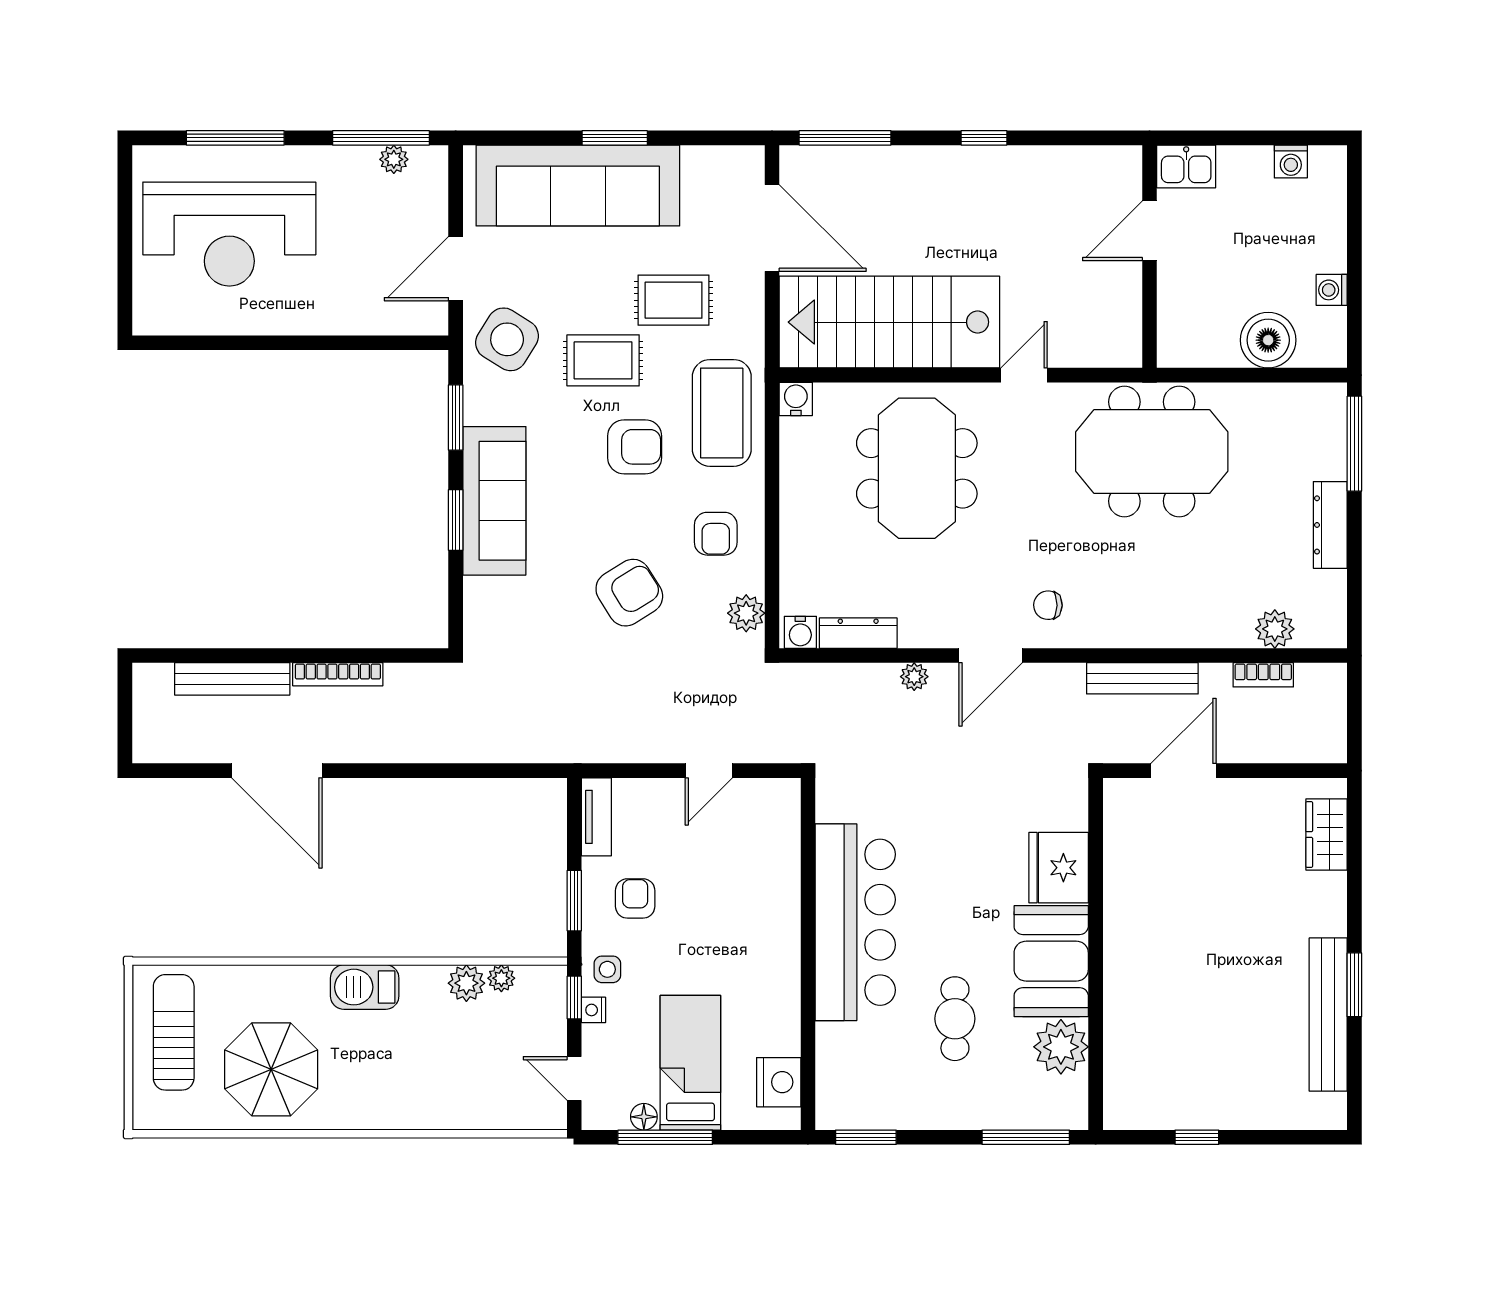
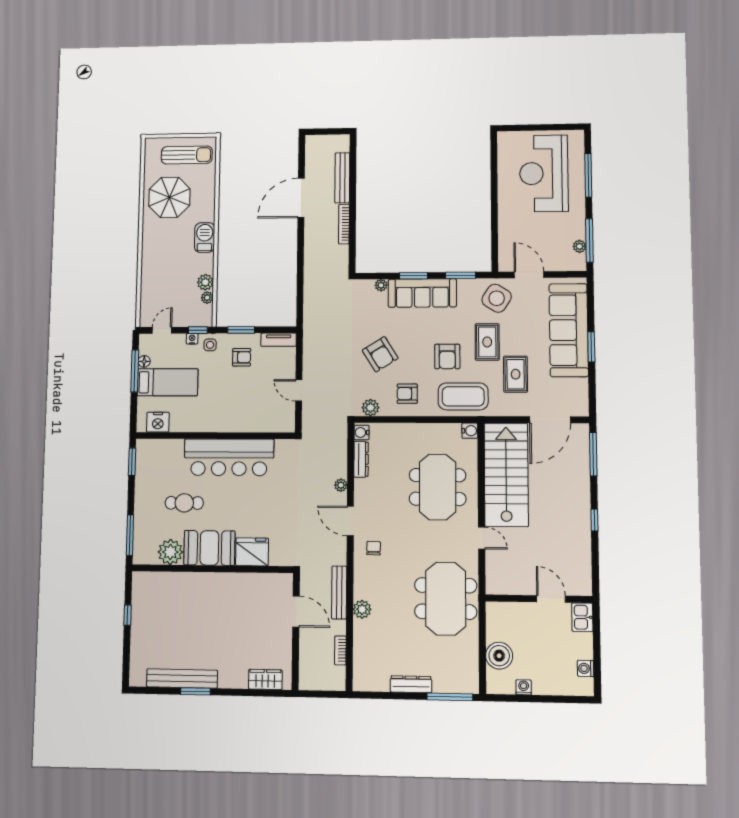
meeting table: (917, 468) -> (438, 487), turned 90
plant: (476, 591) -> (381, 285), added
plant: (1275, 629) -> (362, 609), moved

